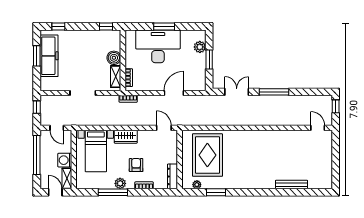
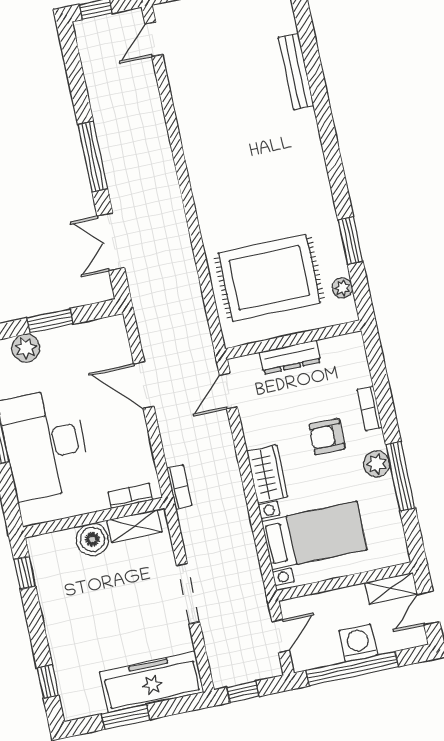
freezer: (49, 56) -> (152, 682), moved
washing machine: (65, 160) -> (358, 643), moved, turned 180
dresser: (173, 176) -> (290, 357), moved

